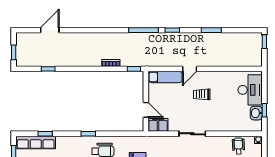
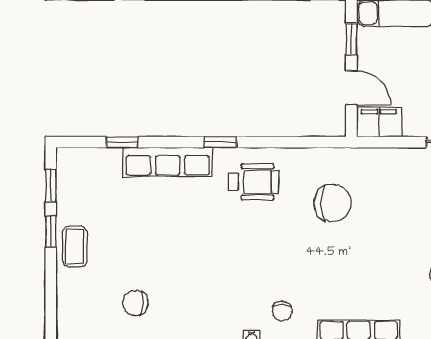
window: (146, 88) -> (351, 39), added
row of seats: (36, 142) -> (168, 162), moved

